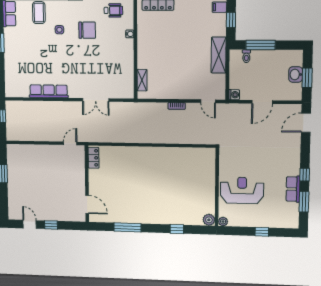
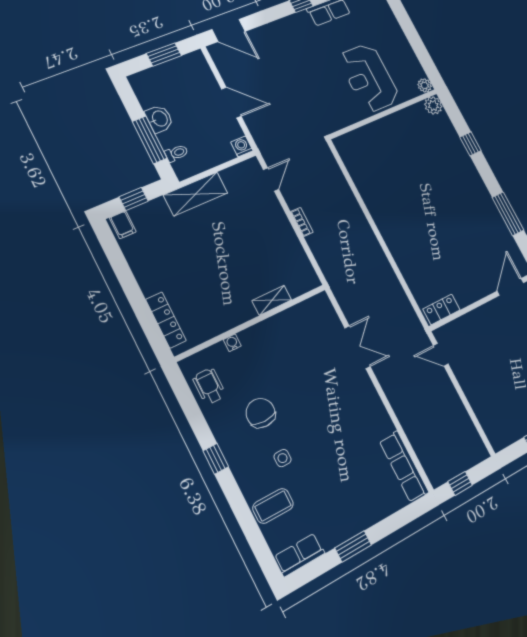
washbasin: (296, 74) -> (159, 119), moved, turned -90
shelving: (142, 80) -> (272, 300), moved
row of seats: (49, 91) -> (404, 467), moved
window: (262, 232) -> (408, 28), removed

